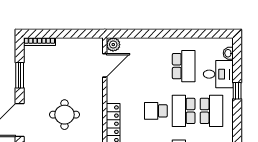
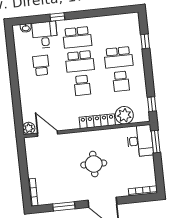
school desk: (184, 66) -> (41, 65), width x0.54
school desk: (211, 111) -> (77, 37), turned 180

